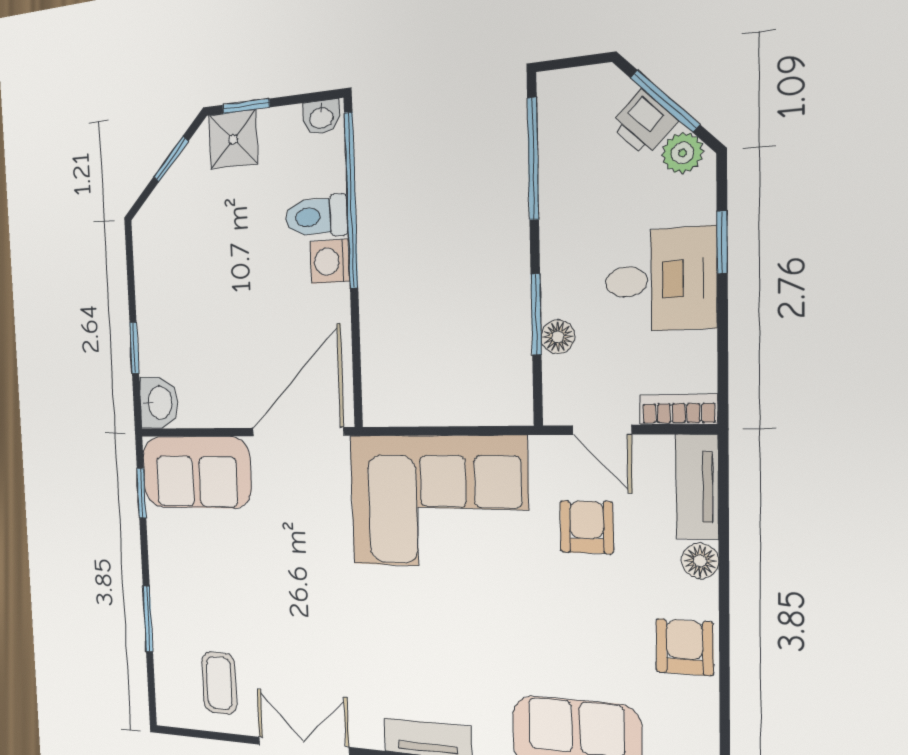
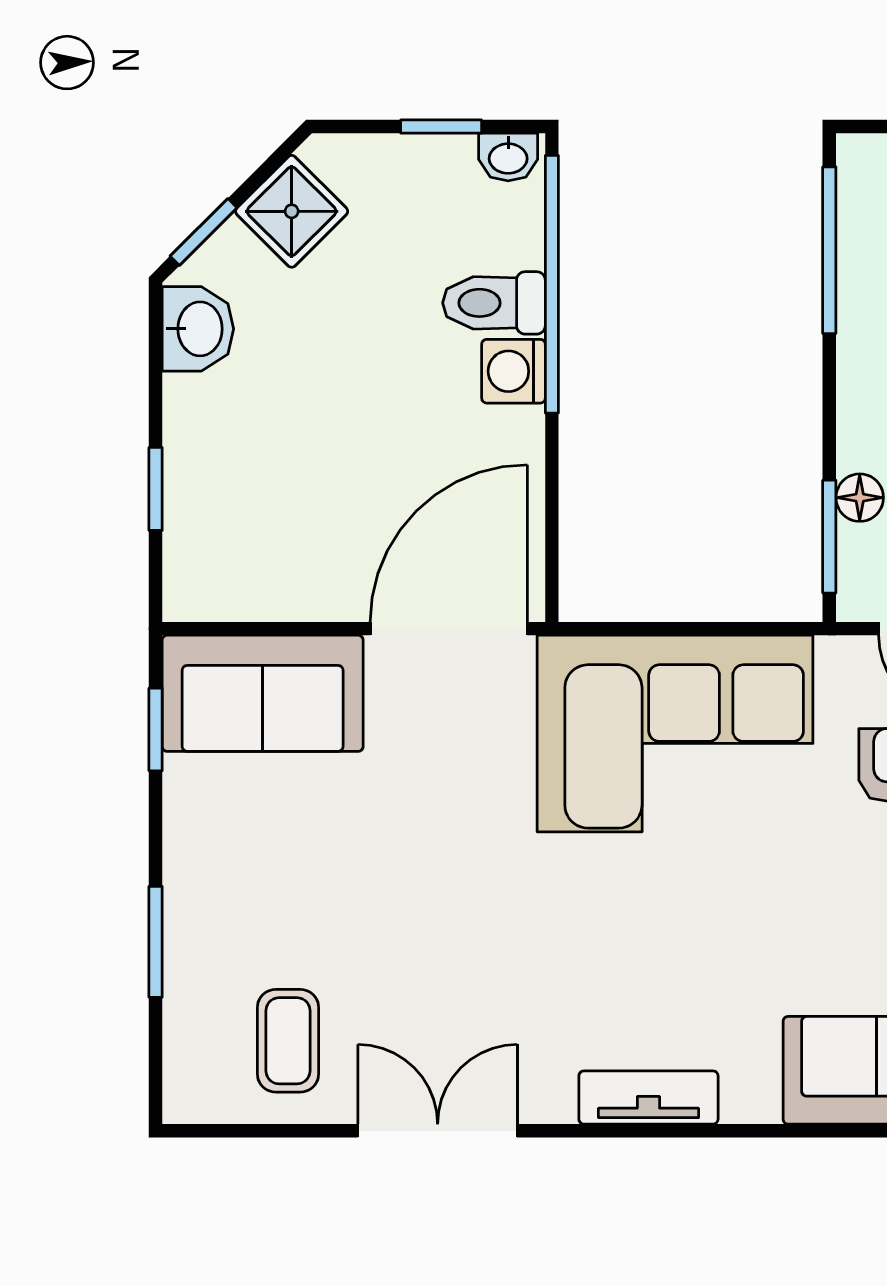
window: (246, 106) -> (441, 127), moved
shower: (233, 139) -> (292, 211), moved, turned 45
window: (171, 159) -> (204, 232), moved
window: (536, 314) -> (829, 537), moved
washbasin: (159, 403) -> (198, 329), moved

